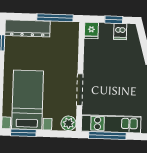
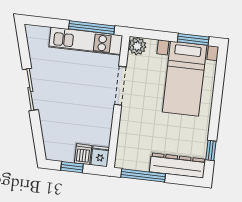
dishwasher: (120, 32) -> (83, 154), moved

